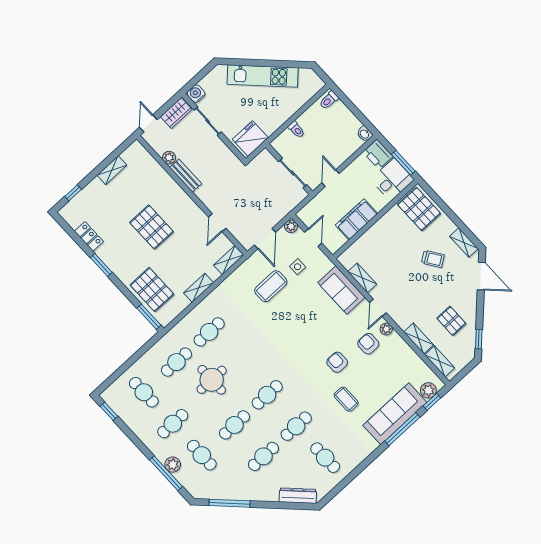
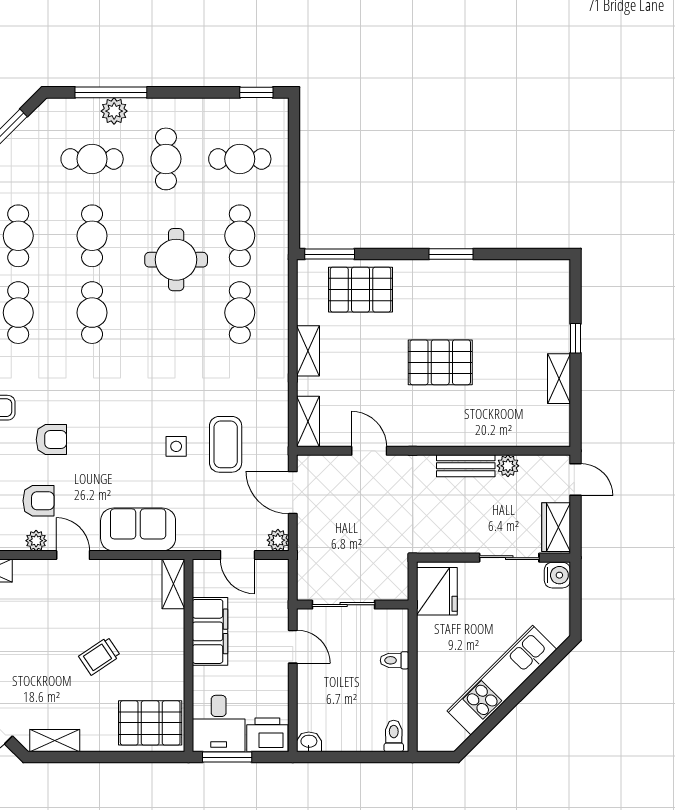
window: (73, 193) -> (575, 338), moved
locker: (89, 236) -> (502, 272), removed
trolley: (433, 259) -> (100, 656), moved
side table: (298, 267) -> (176, 446), moved
shelving: (362, 278) -> (173, 584), moved, turned 90

